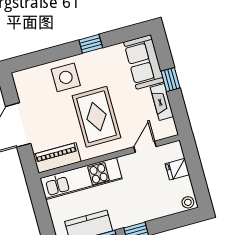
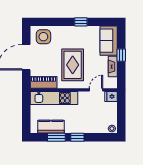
side table: (66, 77) -> (43, 37), moved
fridge: (177, 169) -> (111, 96), moved

